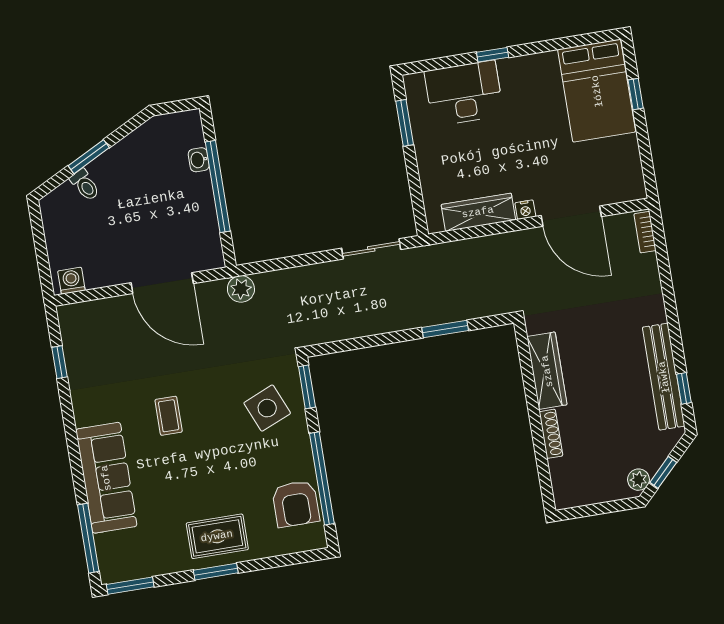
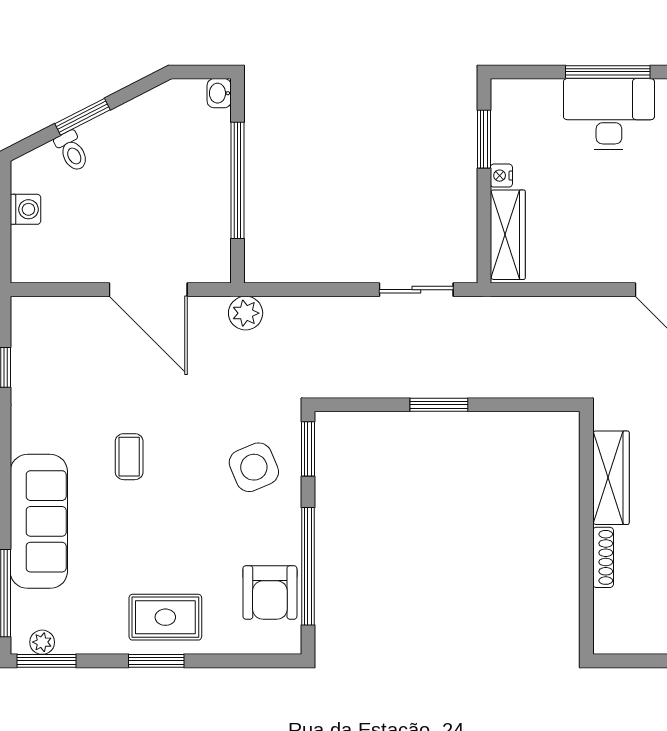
window: (493, 55) -> (608, 72), width x2.17
desk: (464, 93) -> (609, 114), moved
washbasin: (199, 160) -> (219, 93), moved
nightstand: (525, 210) -> (501, 176), moved, turned 90
wardrobe: (478, 212) -> (508, 235), moved, turned 90
washing machine: (71, 281) -> (25, 209), moved, turned 90
window: (445, 329) -> (439, 405), moved
plant: (124, 572) -> (42, 642), added

